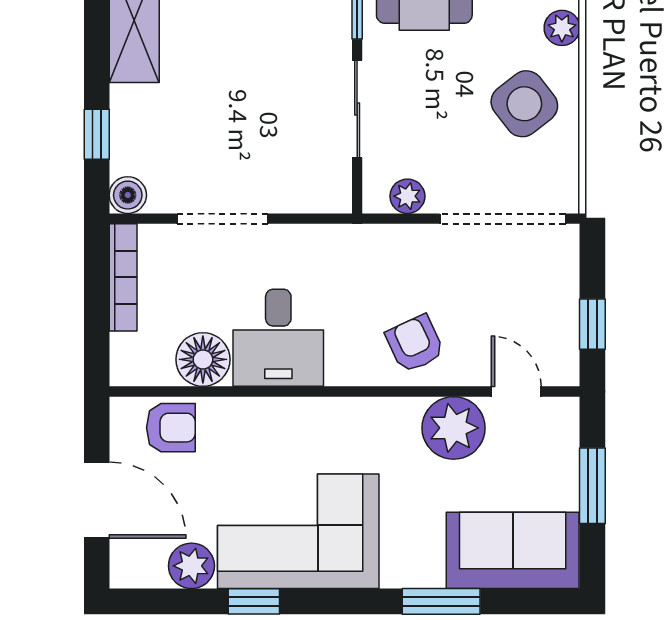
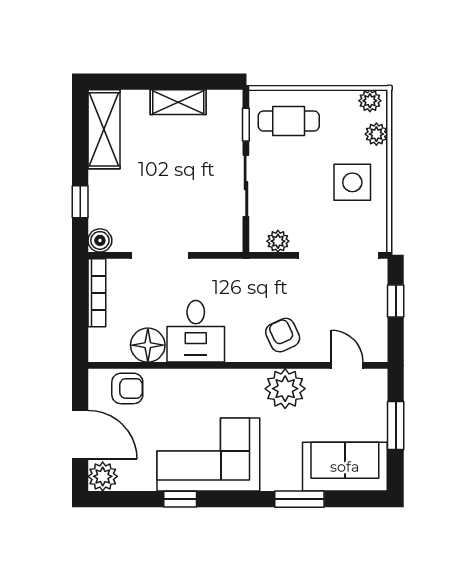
side table: (524, 104) -> (352, 182), turned 38
window: (592, 324) -> (396, 301), moved
plant: (454, 428) -> (285, 389), moved
plant: (191, 566) -> (103, 476), moved

